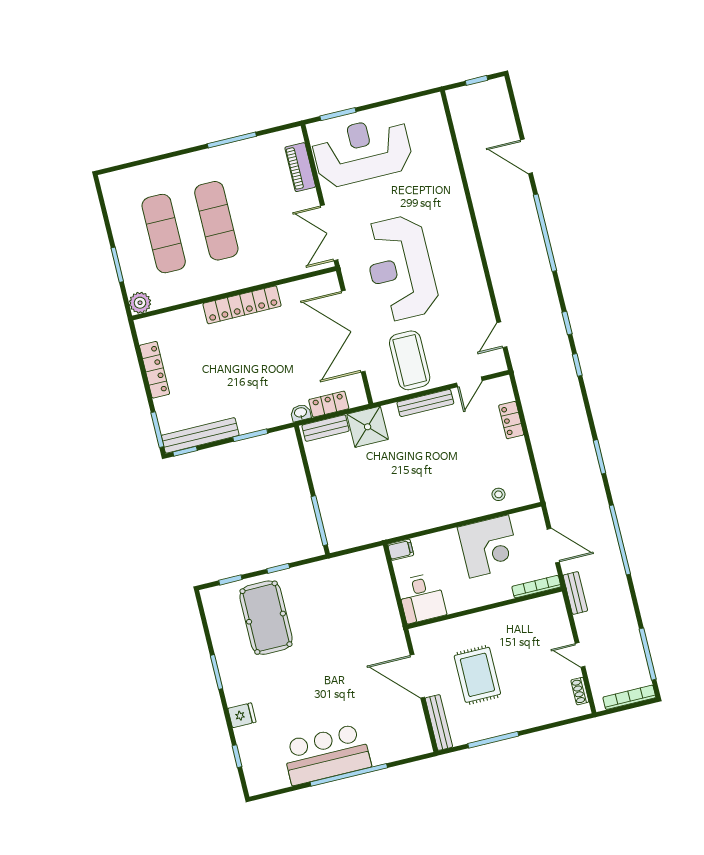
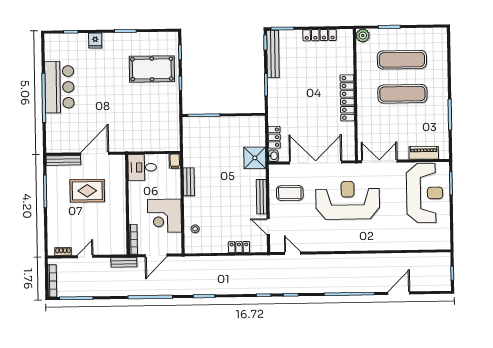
coffee table: (410, 360) -> (290, 193), width x0.73, depth x0.76
washbasin: (301, 413) -> (273, 156), moved
bench: (326, 428) -> (189, 182), moved

